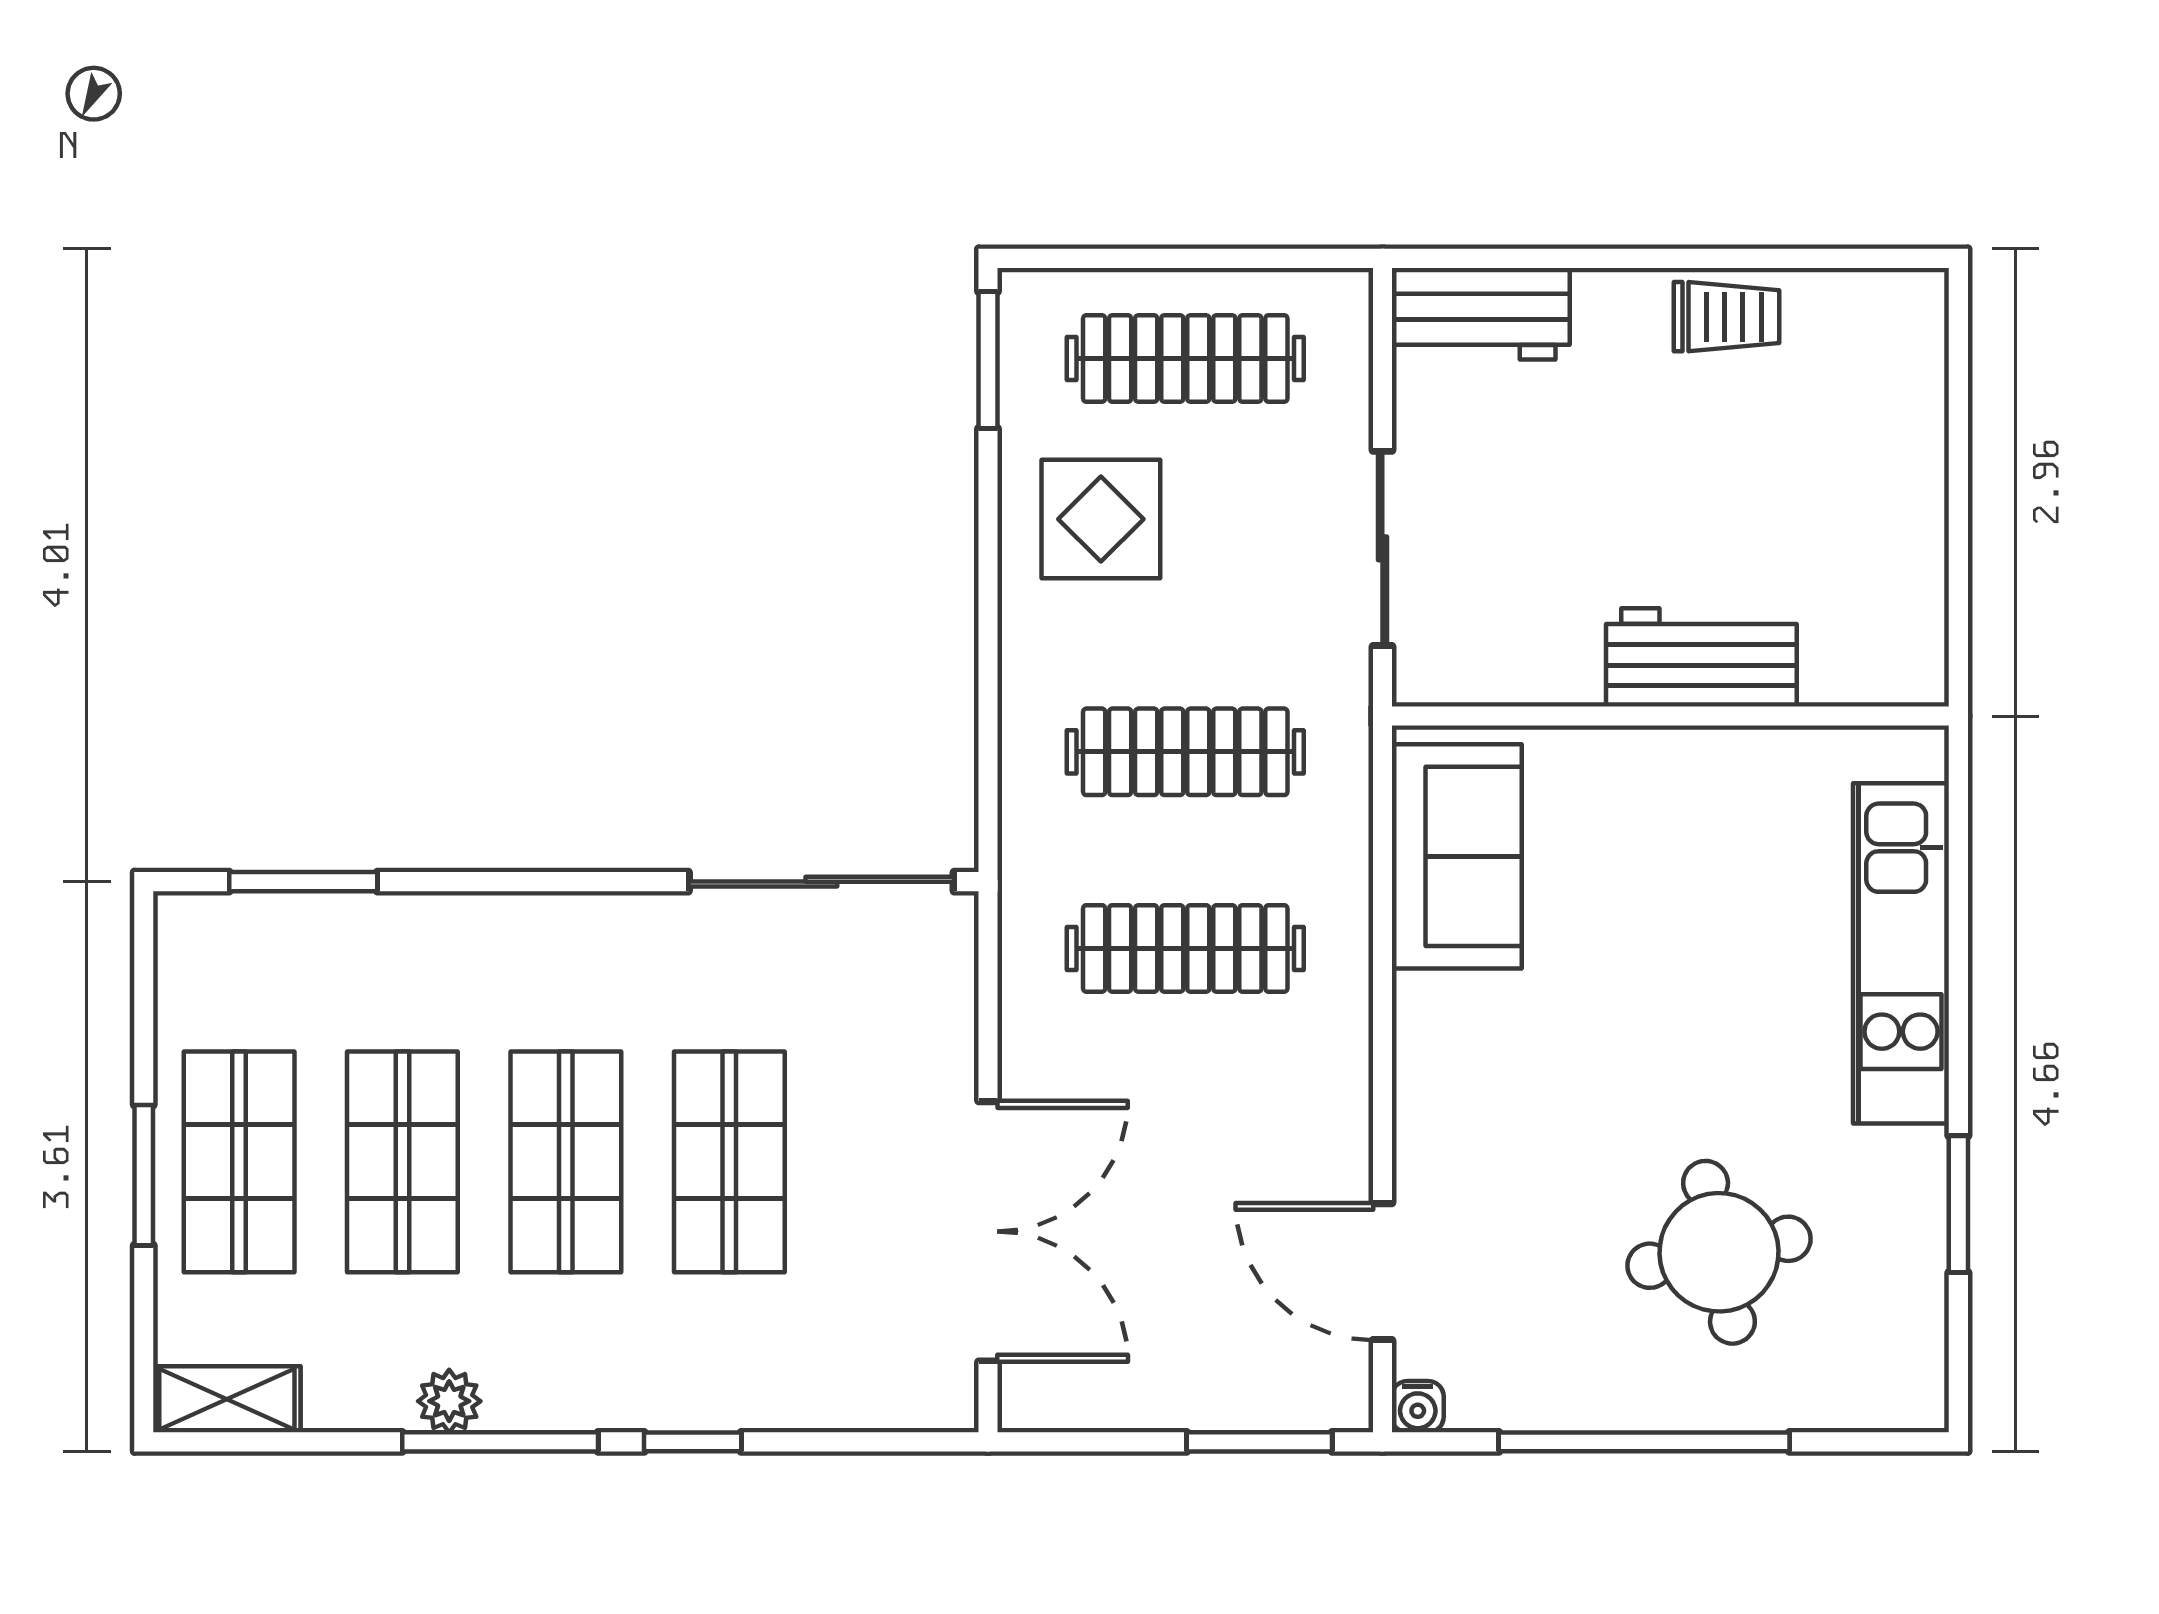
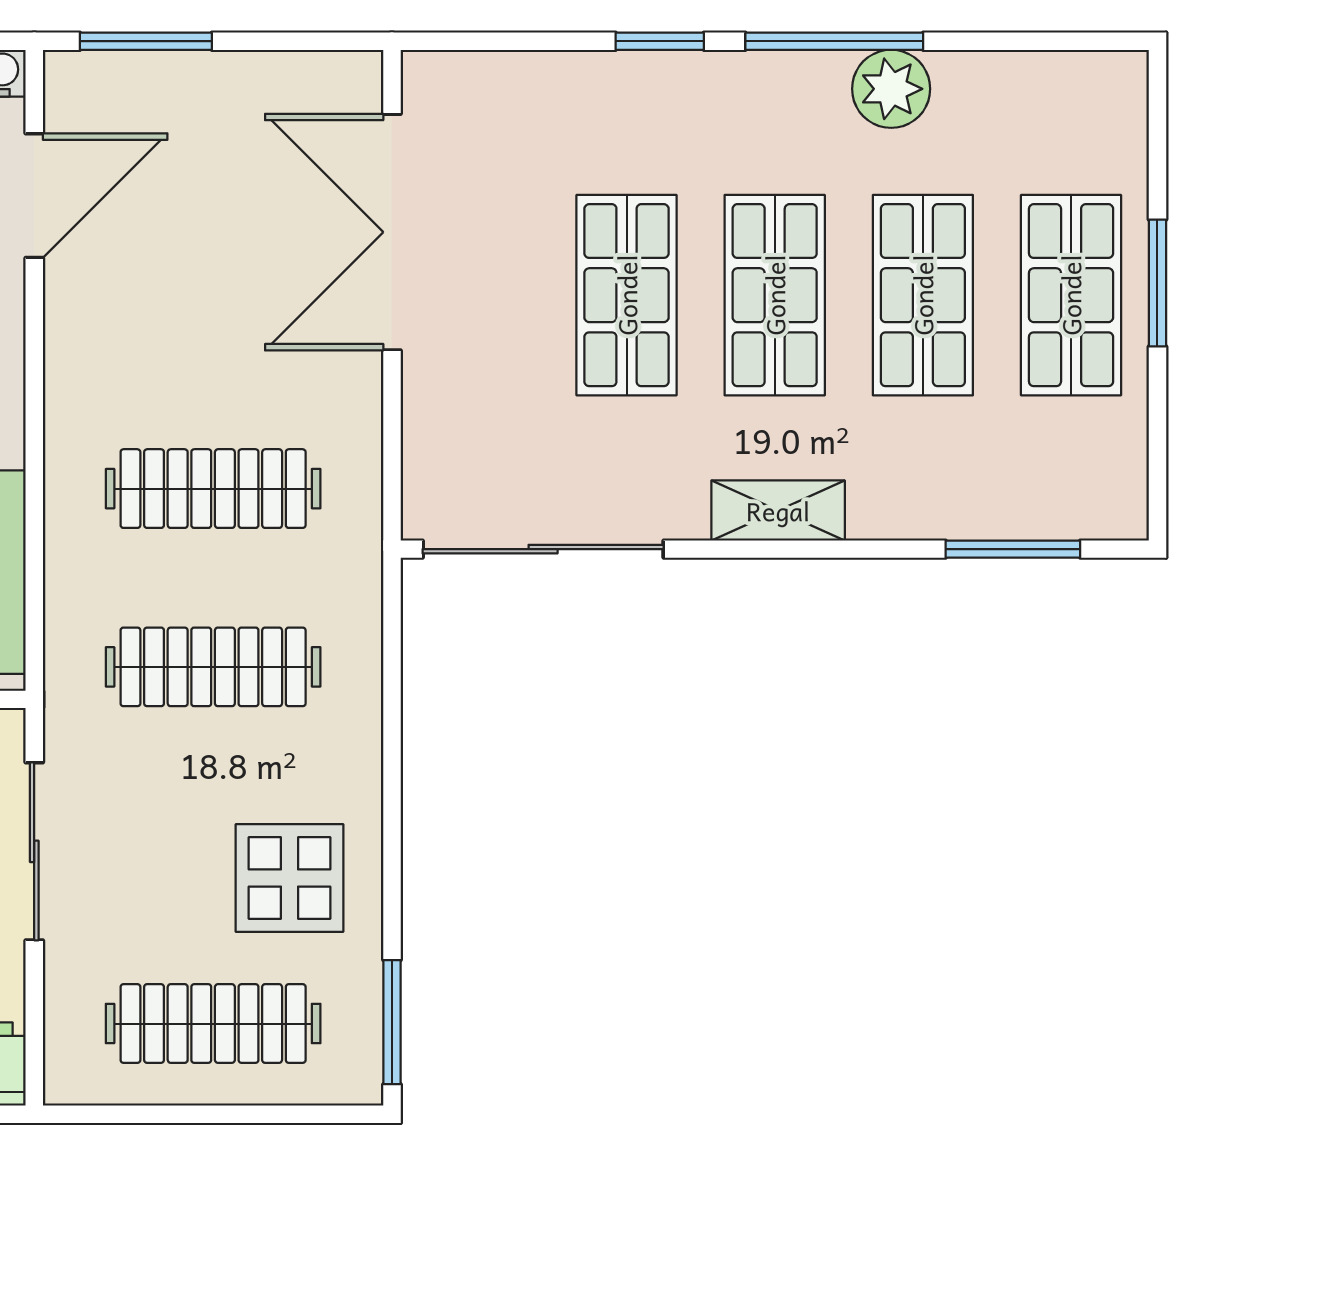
door: (1382, 1272) -> (34, 196), hinge flipped
shelving: (227, 1399) -> (778, 511), moved
plant: (449, 1401) -> (891, 89), width x1.38, depth x1.38

